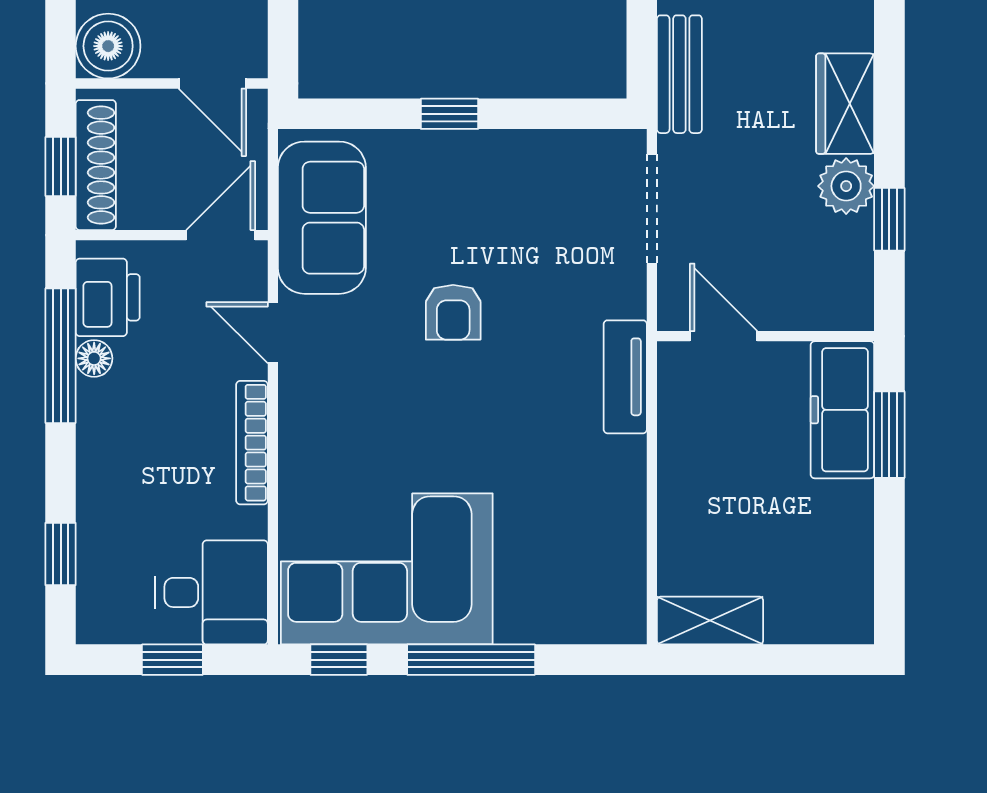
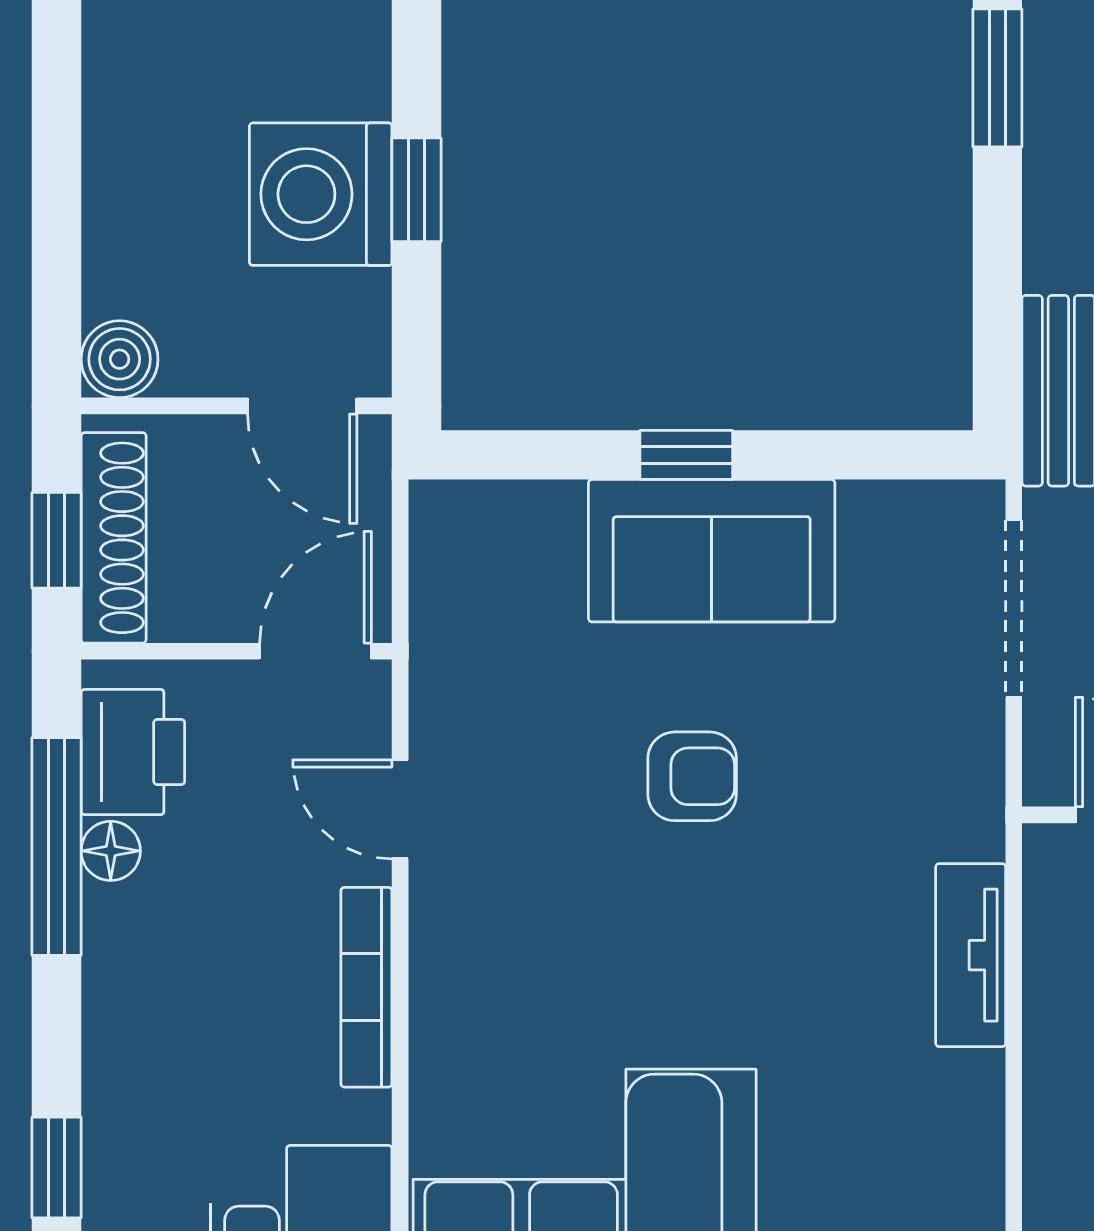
boiler: (108, 46) -> (120, 359), width x0.73, depth x0.73
sofa: (322, 218) -> (712, 551), moved, turned 90
armchair: (453, 312) -> (692, 776), turned -90
tv unit: (625, 377) -> (971, 955), moved

